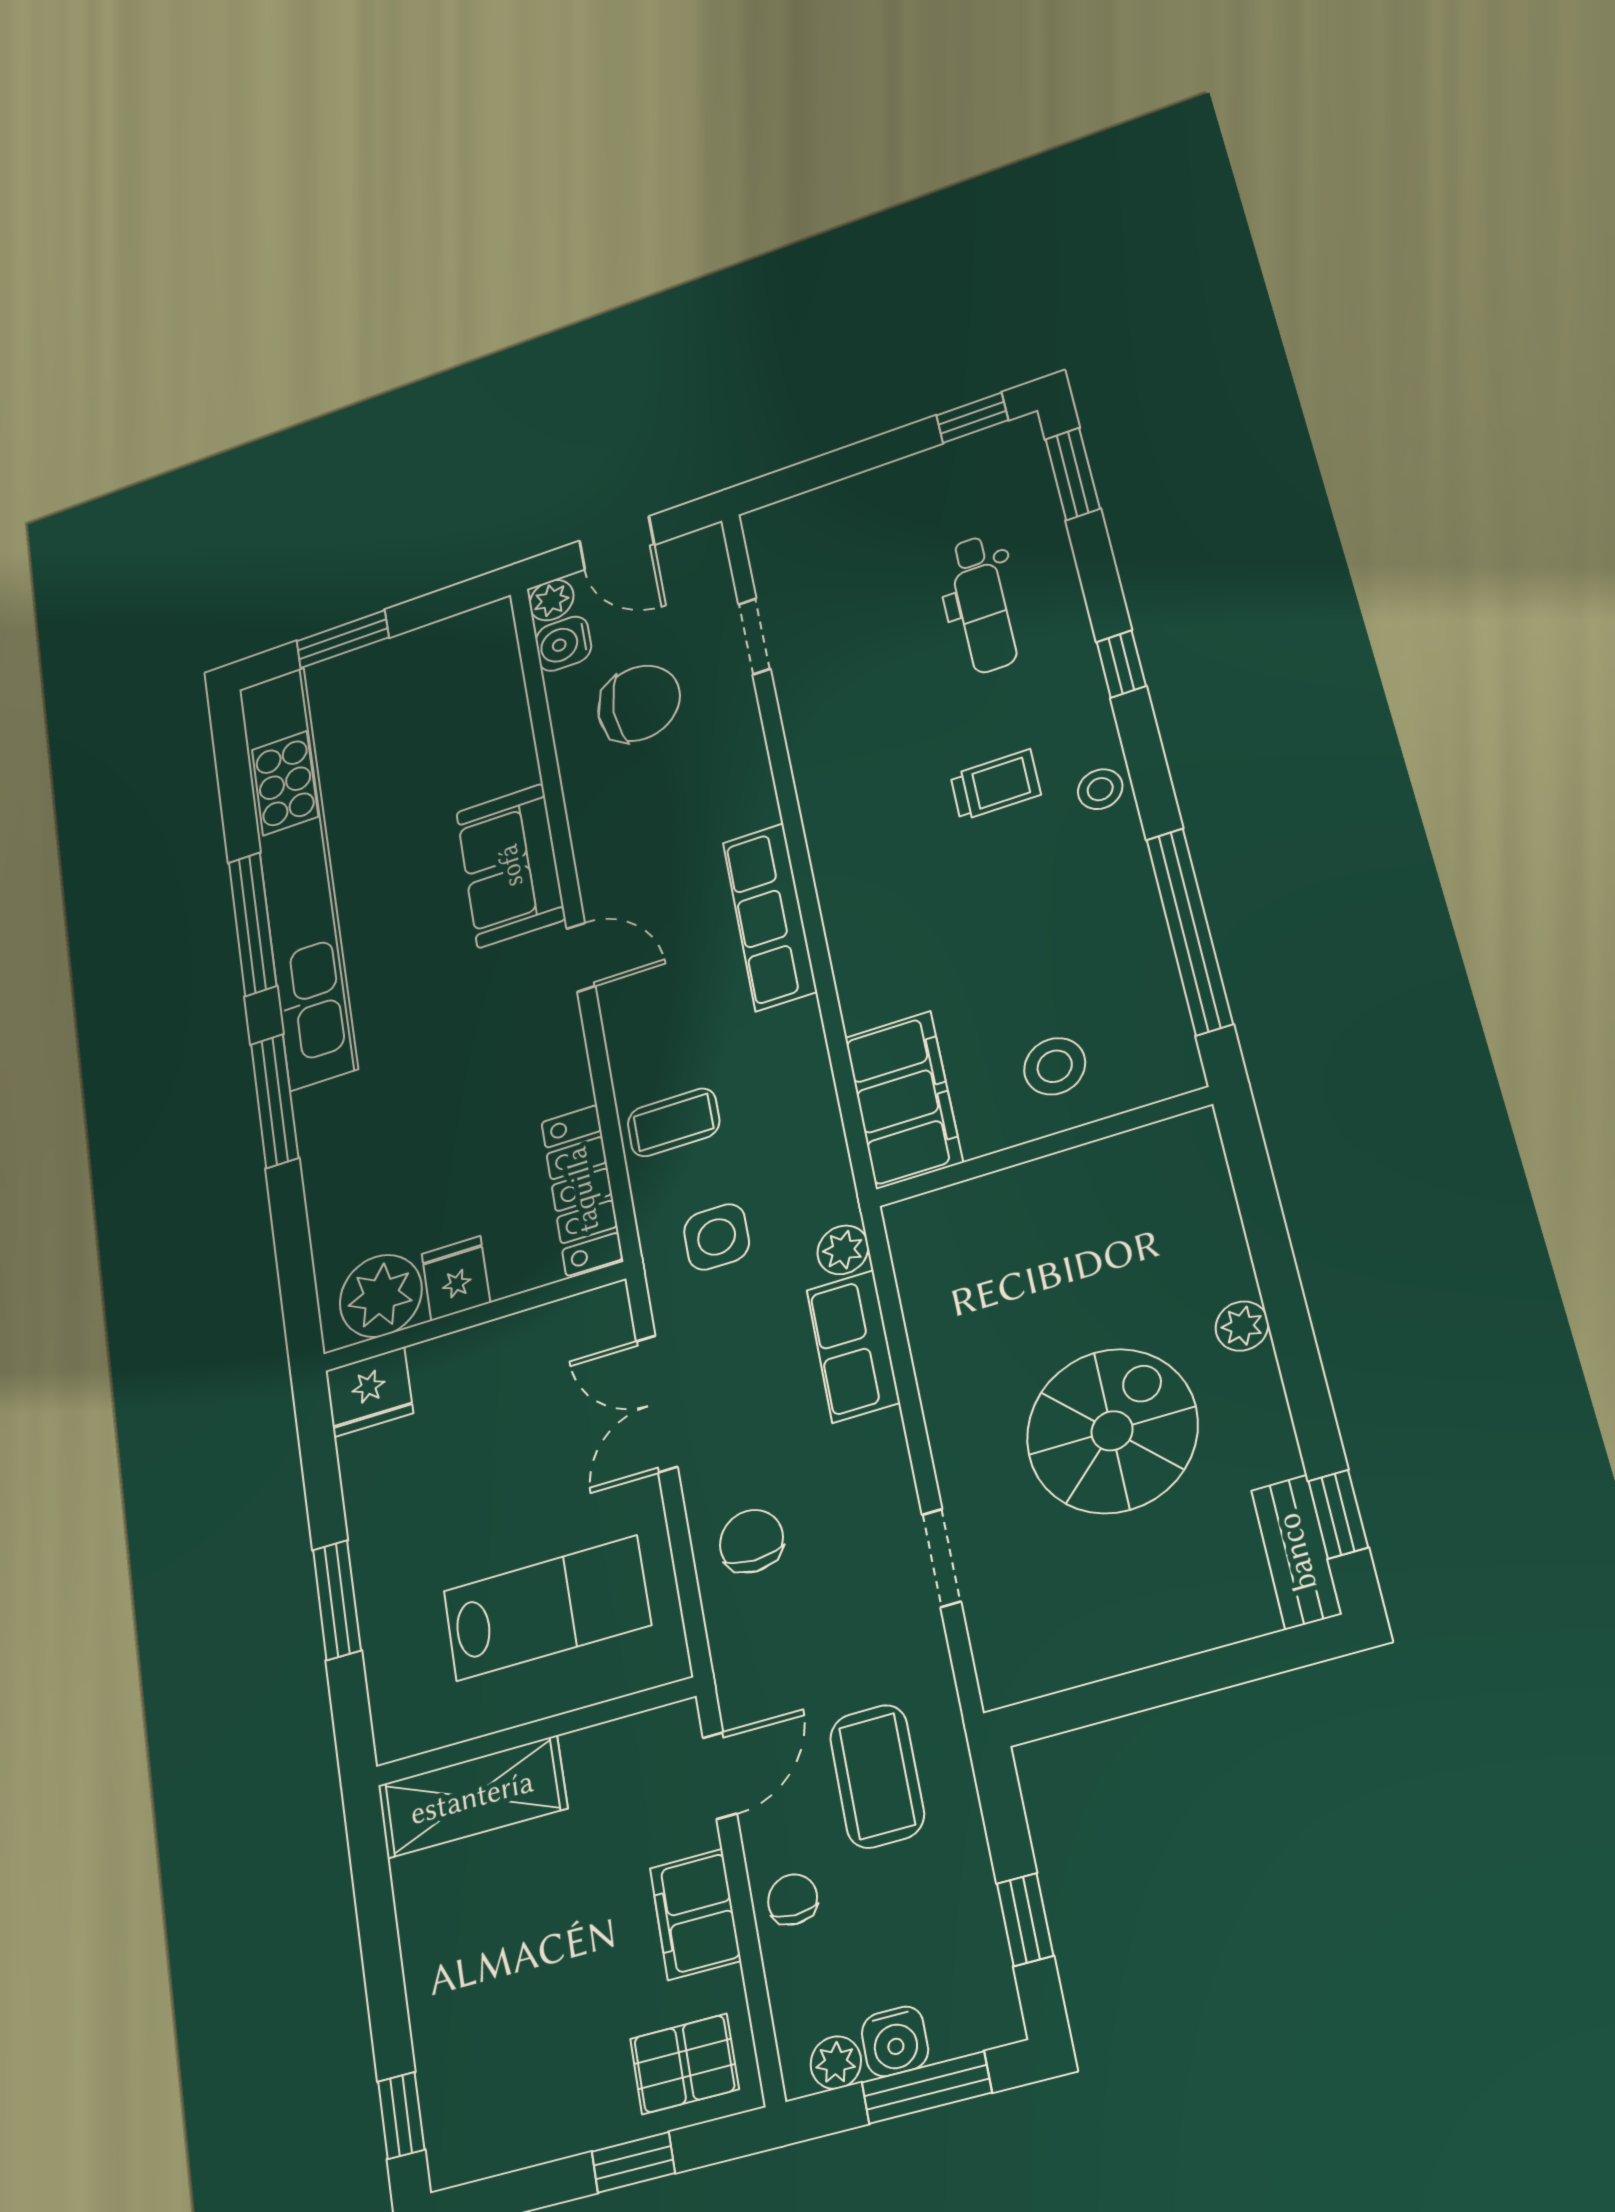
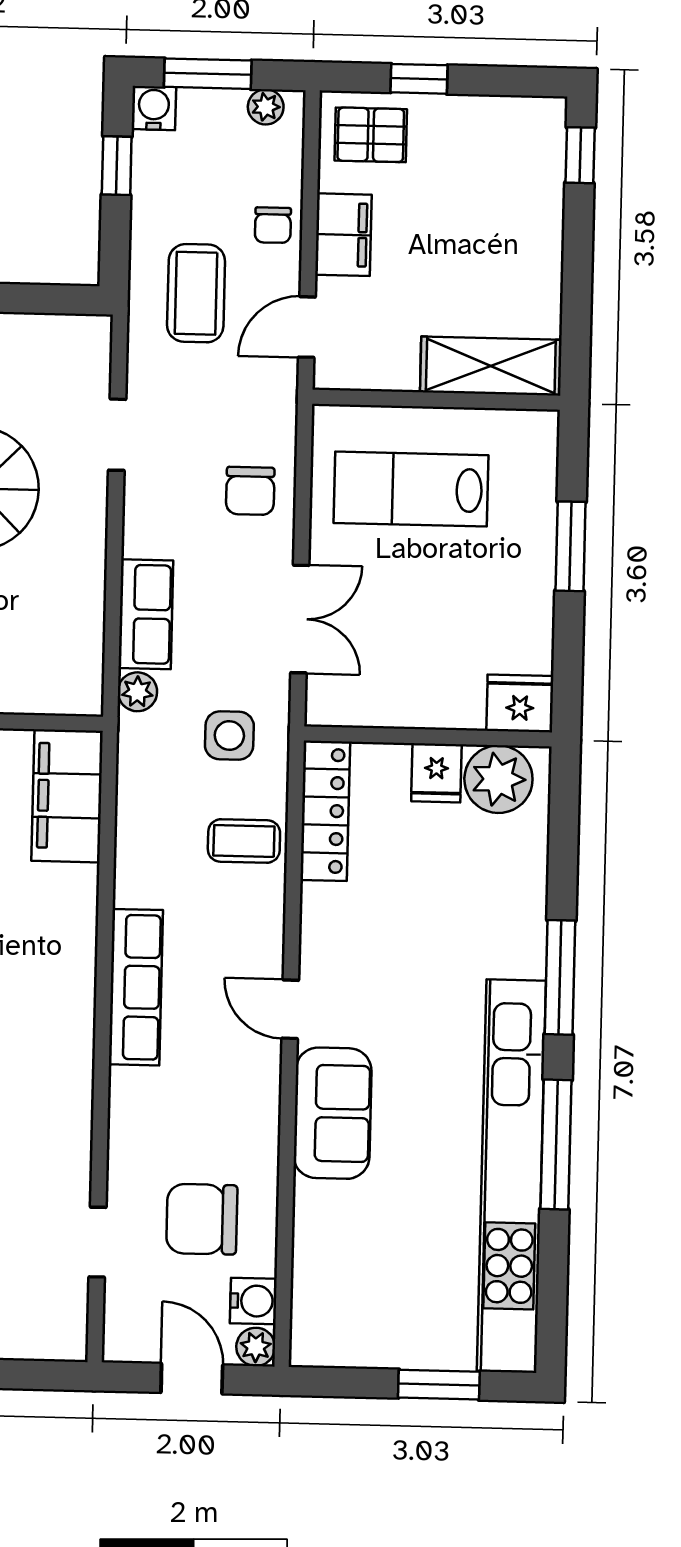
water cooler: (895, 2041) -> (154, 108), moved

